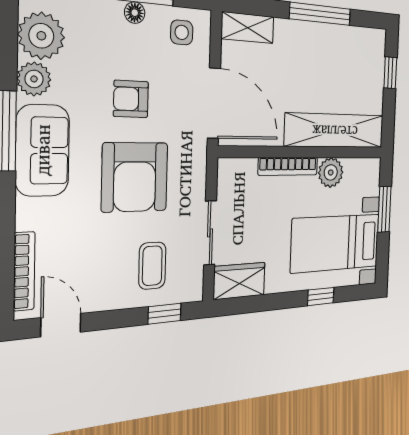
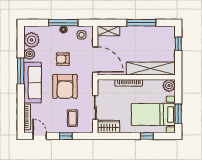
sofa: (43, 150) -> (33, 83), width x1.36
plant: (331, 172) -> (169, 85), moved
window: (384, 209) -> (178, 114), moved
window: (165, 314) -> (66, 136), moved

